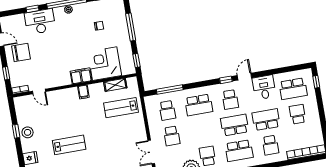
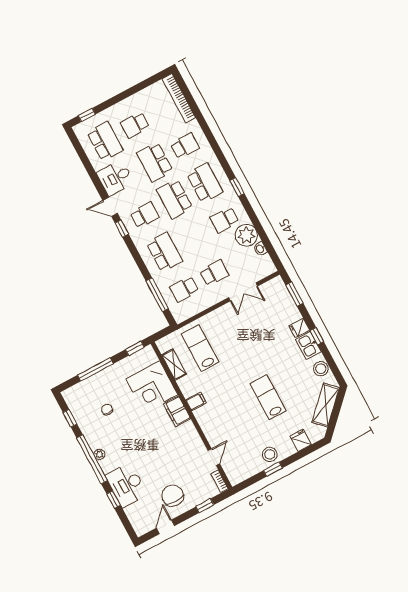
lab bench: (121, 108) -> (200, 348), turned 180
school desk: (167, 110) -> (184, 289), turned 180

